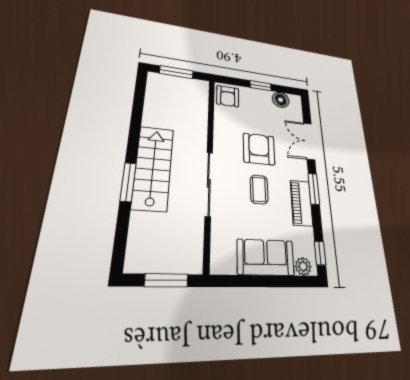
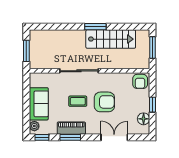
armchair: (228, 96) -> (140, 81), turned -90
stairs: (153, 168) -> (111, 39), moved
window: (128, 182) -> (95, 27), moved
window: (314, 189) -> (70, 137), moved

